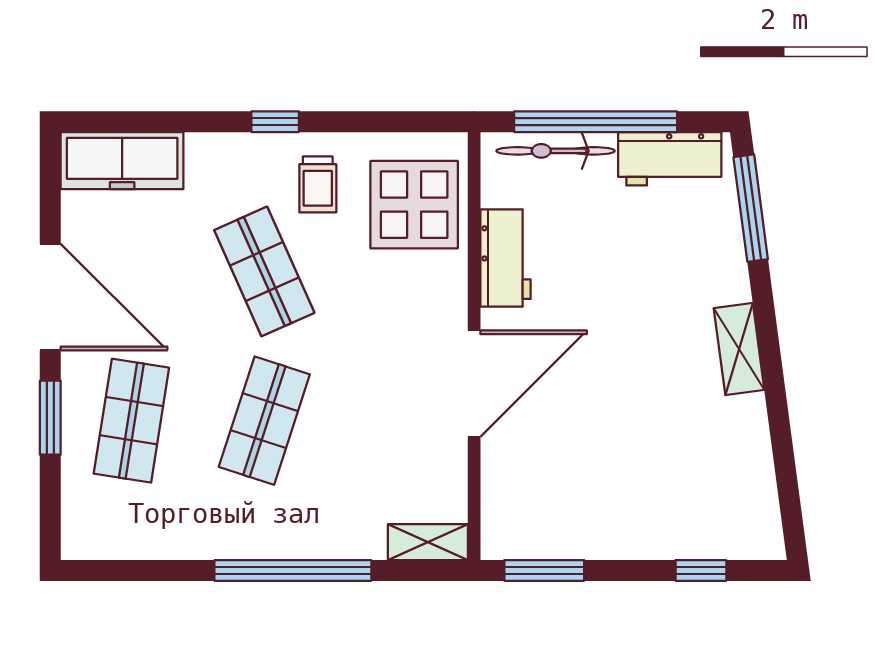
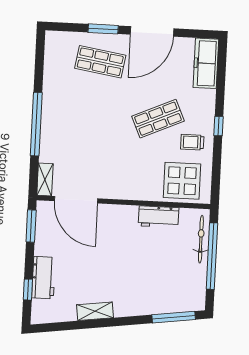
workbench: (670, 159) -> (44, 278), moved, turned 180
shelving: (739, 349) -> (95, 311), moved
door: (474, 384) -> (76, 200), moved
shop shelf: (264, 421) -> (98, 116), removed

